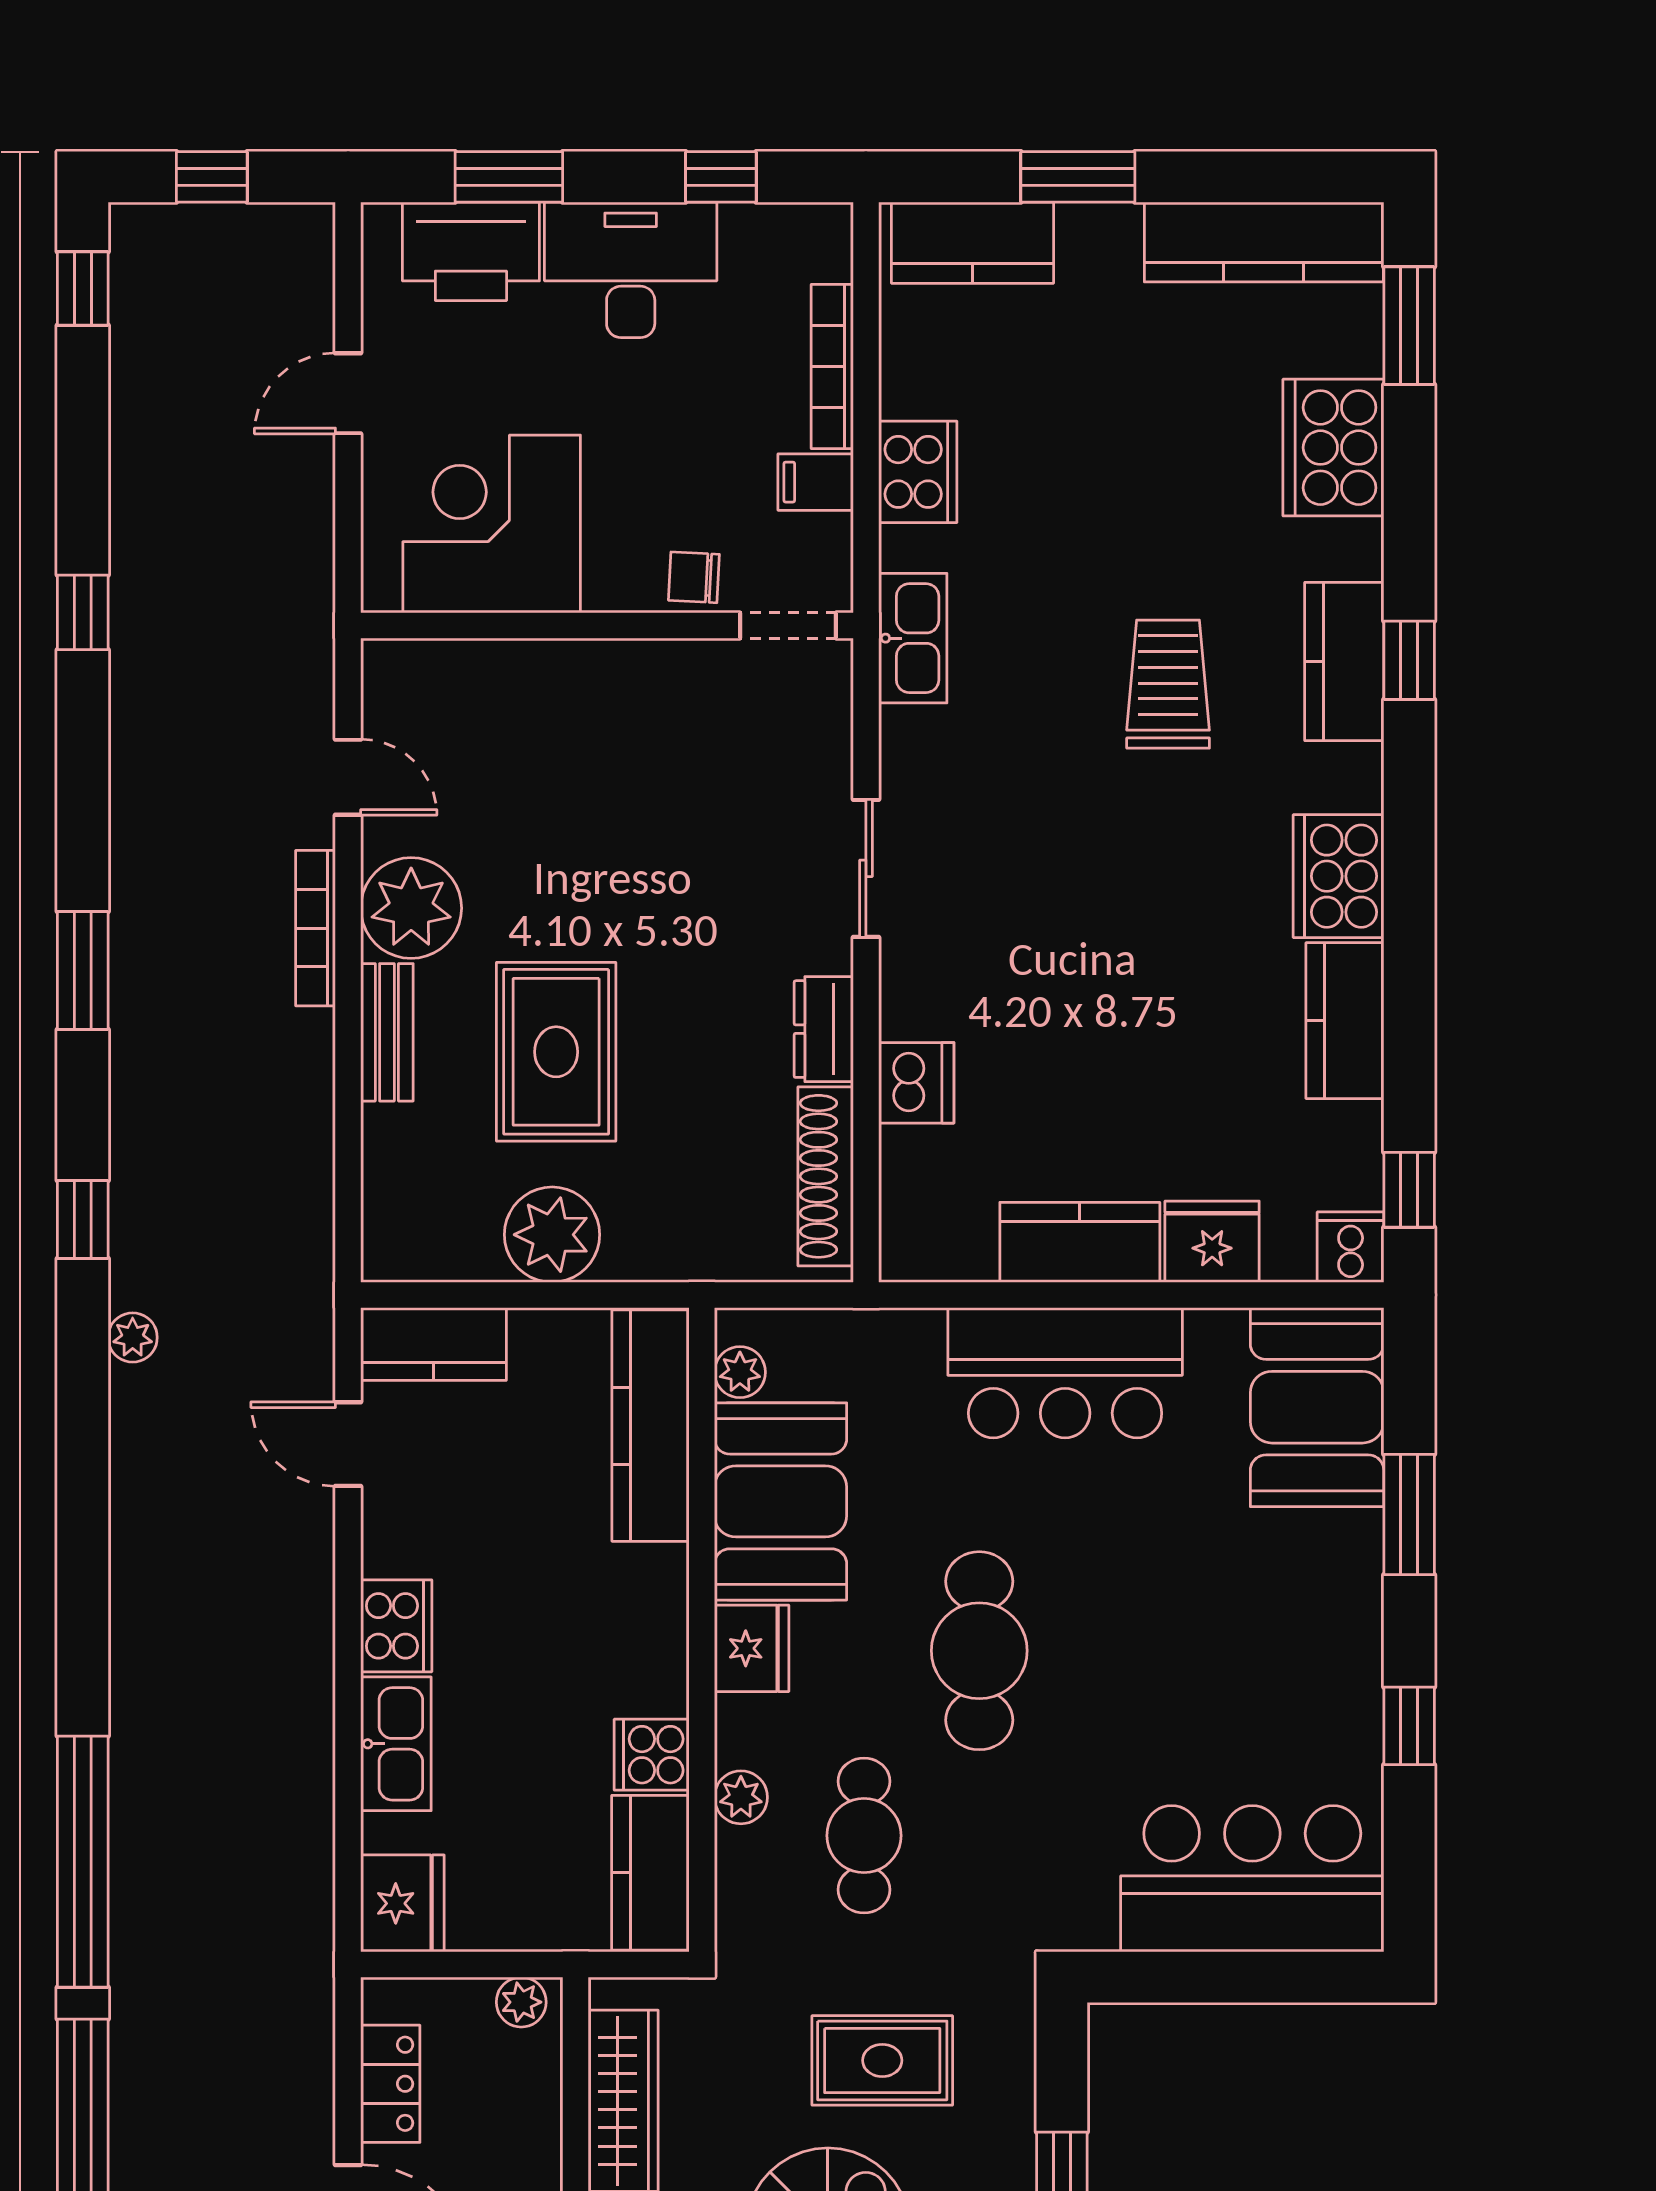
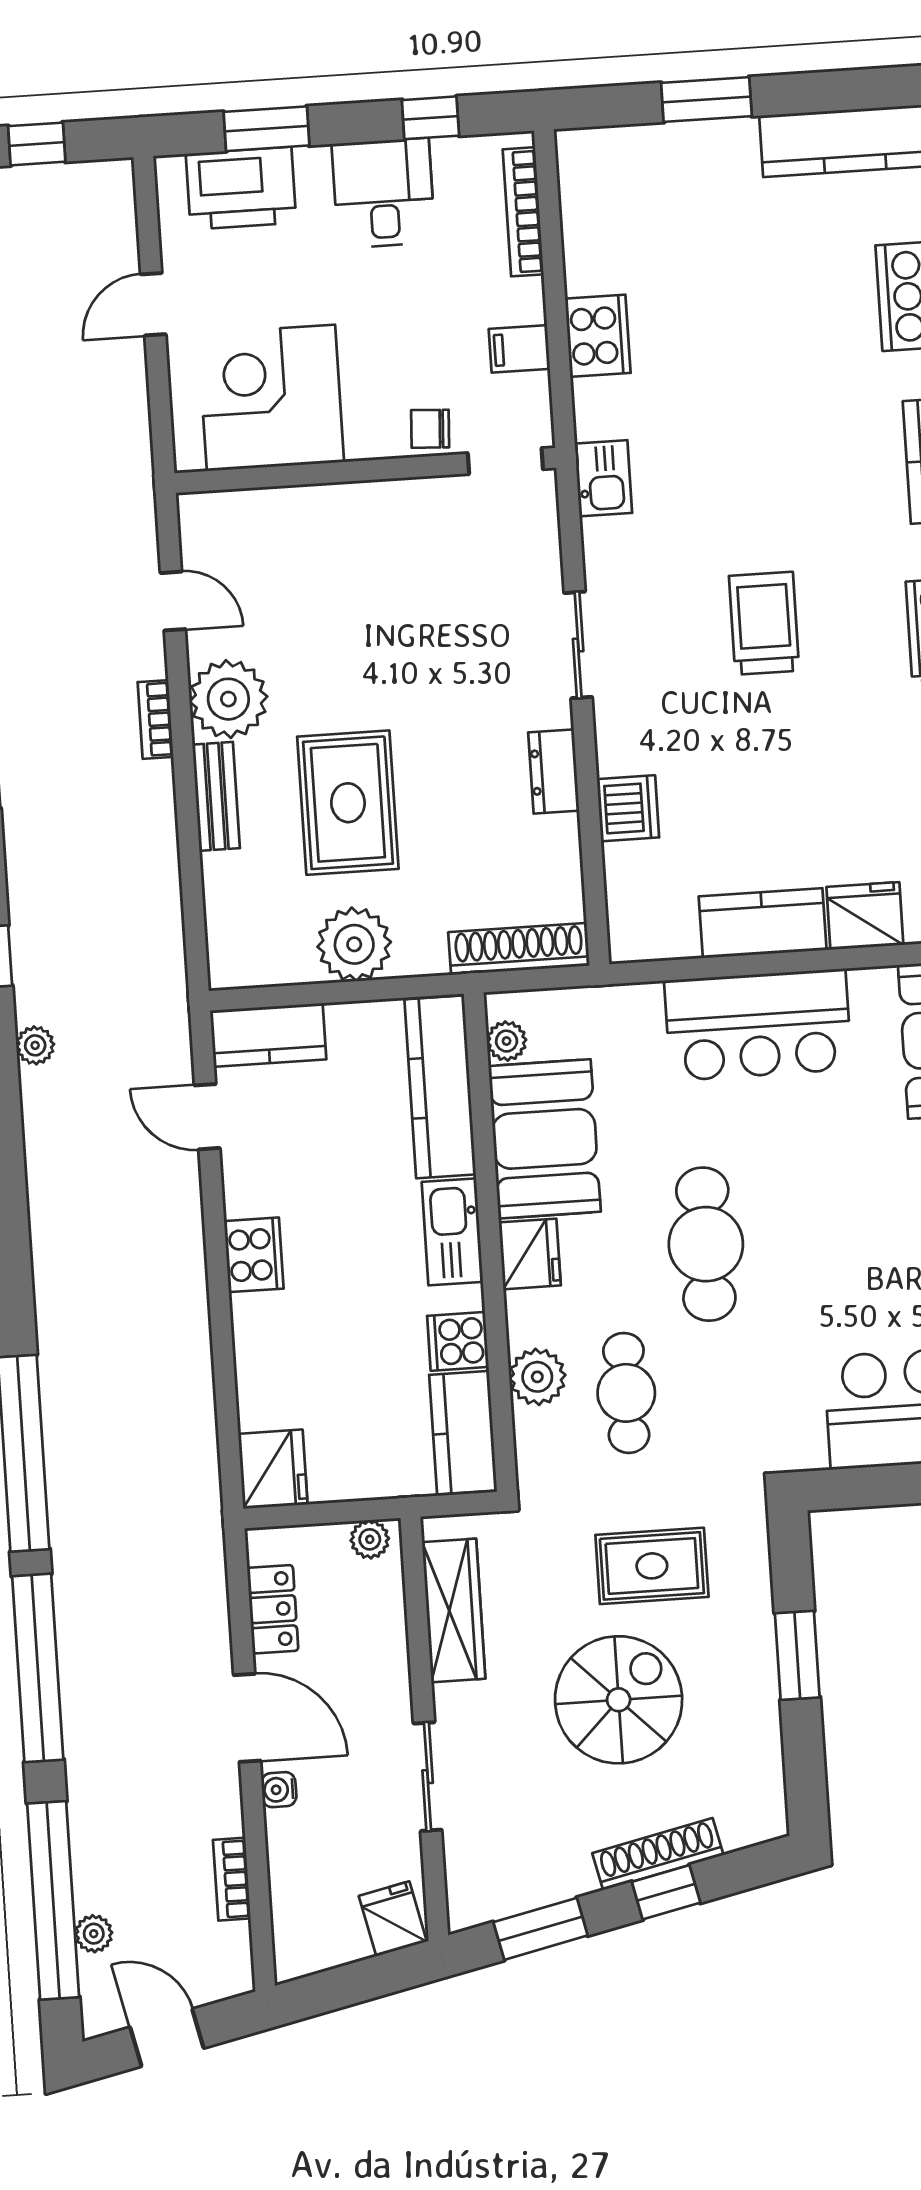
kitchen counter: (973, 243) -> (628, 156), removed
desk: (631, 270) -> (383, 193), width x0.73
bookcase: (832, 367) -> (523, 212), moved
kitchen sink: (913, 638) -> (603, 478), width x0.73
trolley: (1168, 684) -> (764, 623), moved
bookcase: (316, 928) -> (156, 719), width x0.64
shoe rack: (826, 1176) -> (519, 949), moved, turned 90
kitchen sink: (396, 1744) -> (452, 1232), moved, turned 180
plant: (741, 1797) -> (537, 1377), width x1.38, depth x1.38

